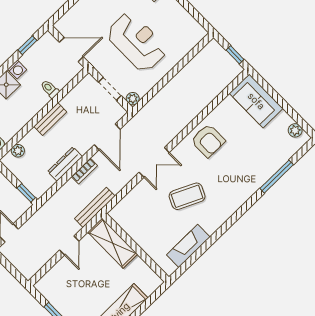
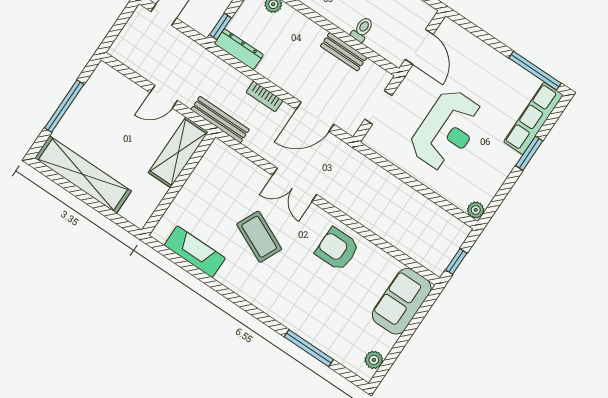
plant: (133, 99) -> (476, 210), moved
bench: (50, 119) -> (344, 52), moved
armchair: (208, 141) -> (337, 249), turned 90
dresser: (65, 164) -> (239, 49), moved

